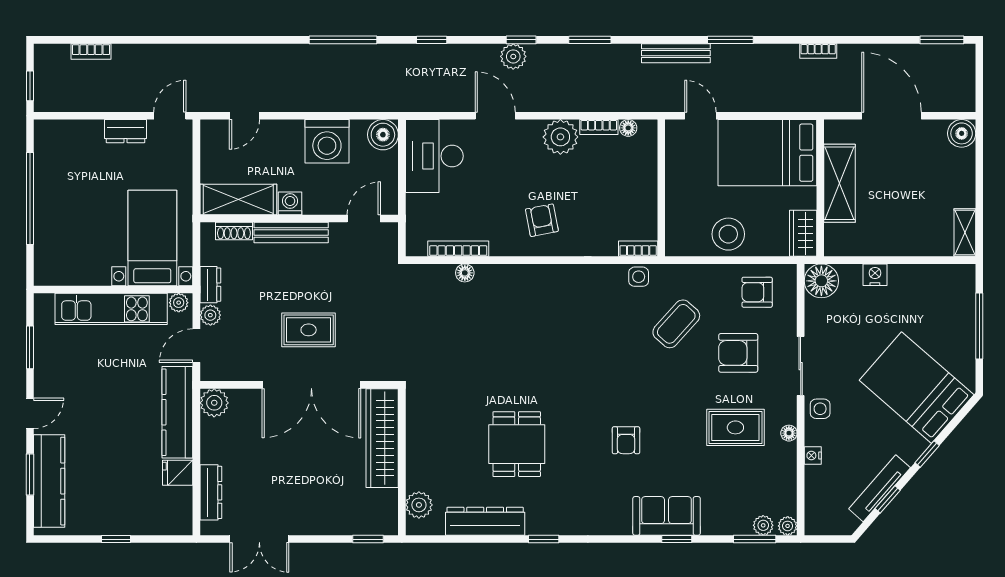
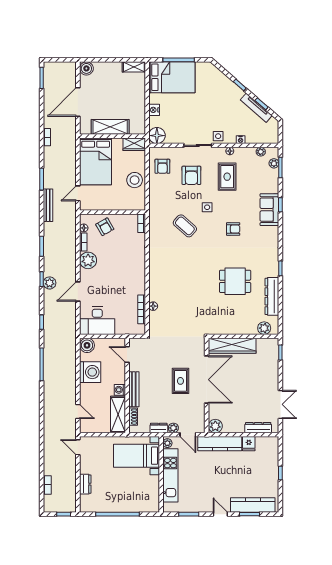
dresser: (125, 131) -> (85, 484), moved
armchair: (542, 220) -> (105, 227), moved, turned -109
side table: (639, 277) -> (207, 207), moved
coffee table: (676, 324) -> (185, 226), moved
bed: (917, 388) -> (172, 77), moved, turned -131
plant: (788, 526) -> (261, 152), moved

